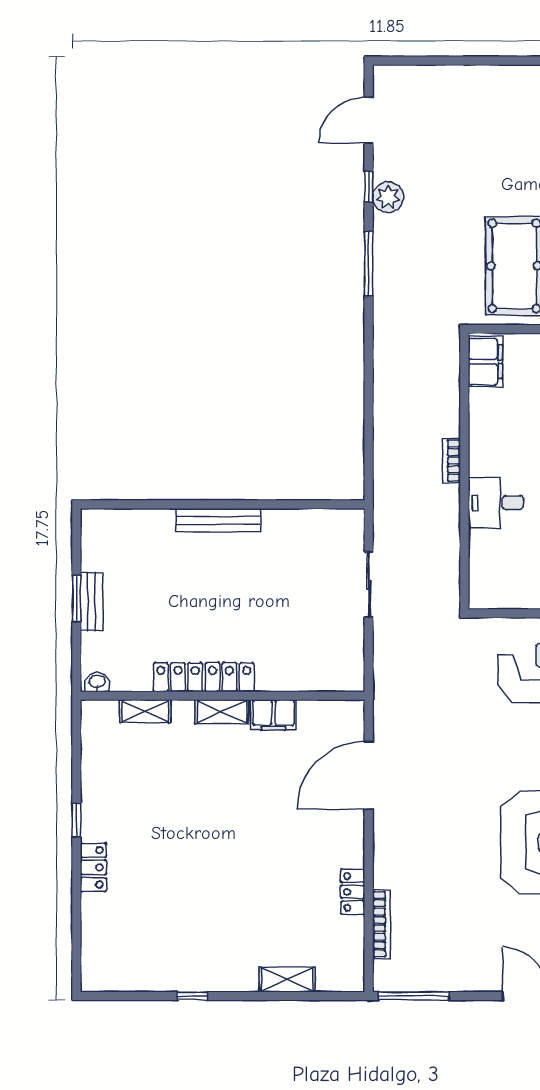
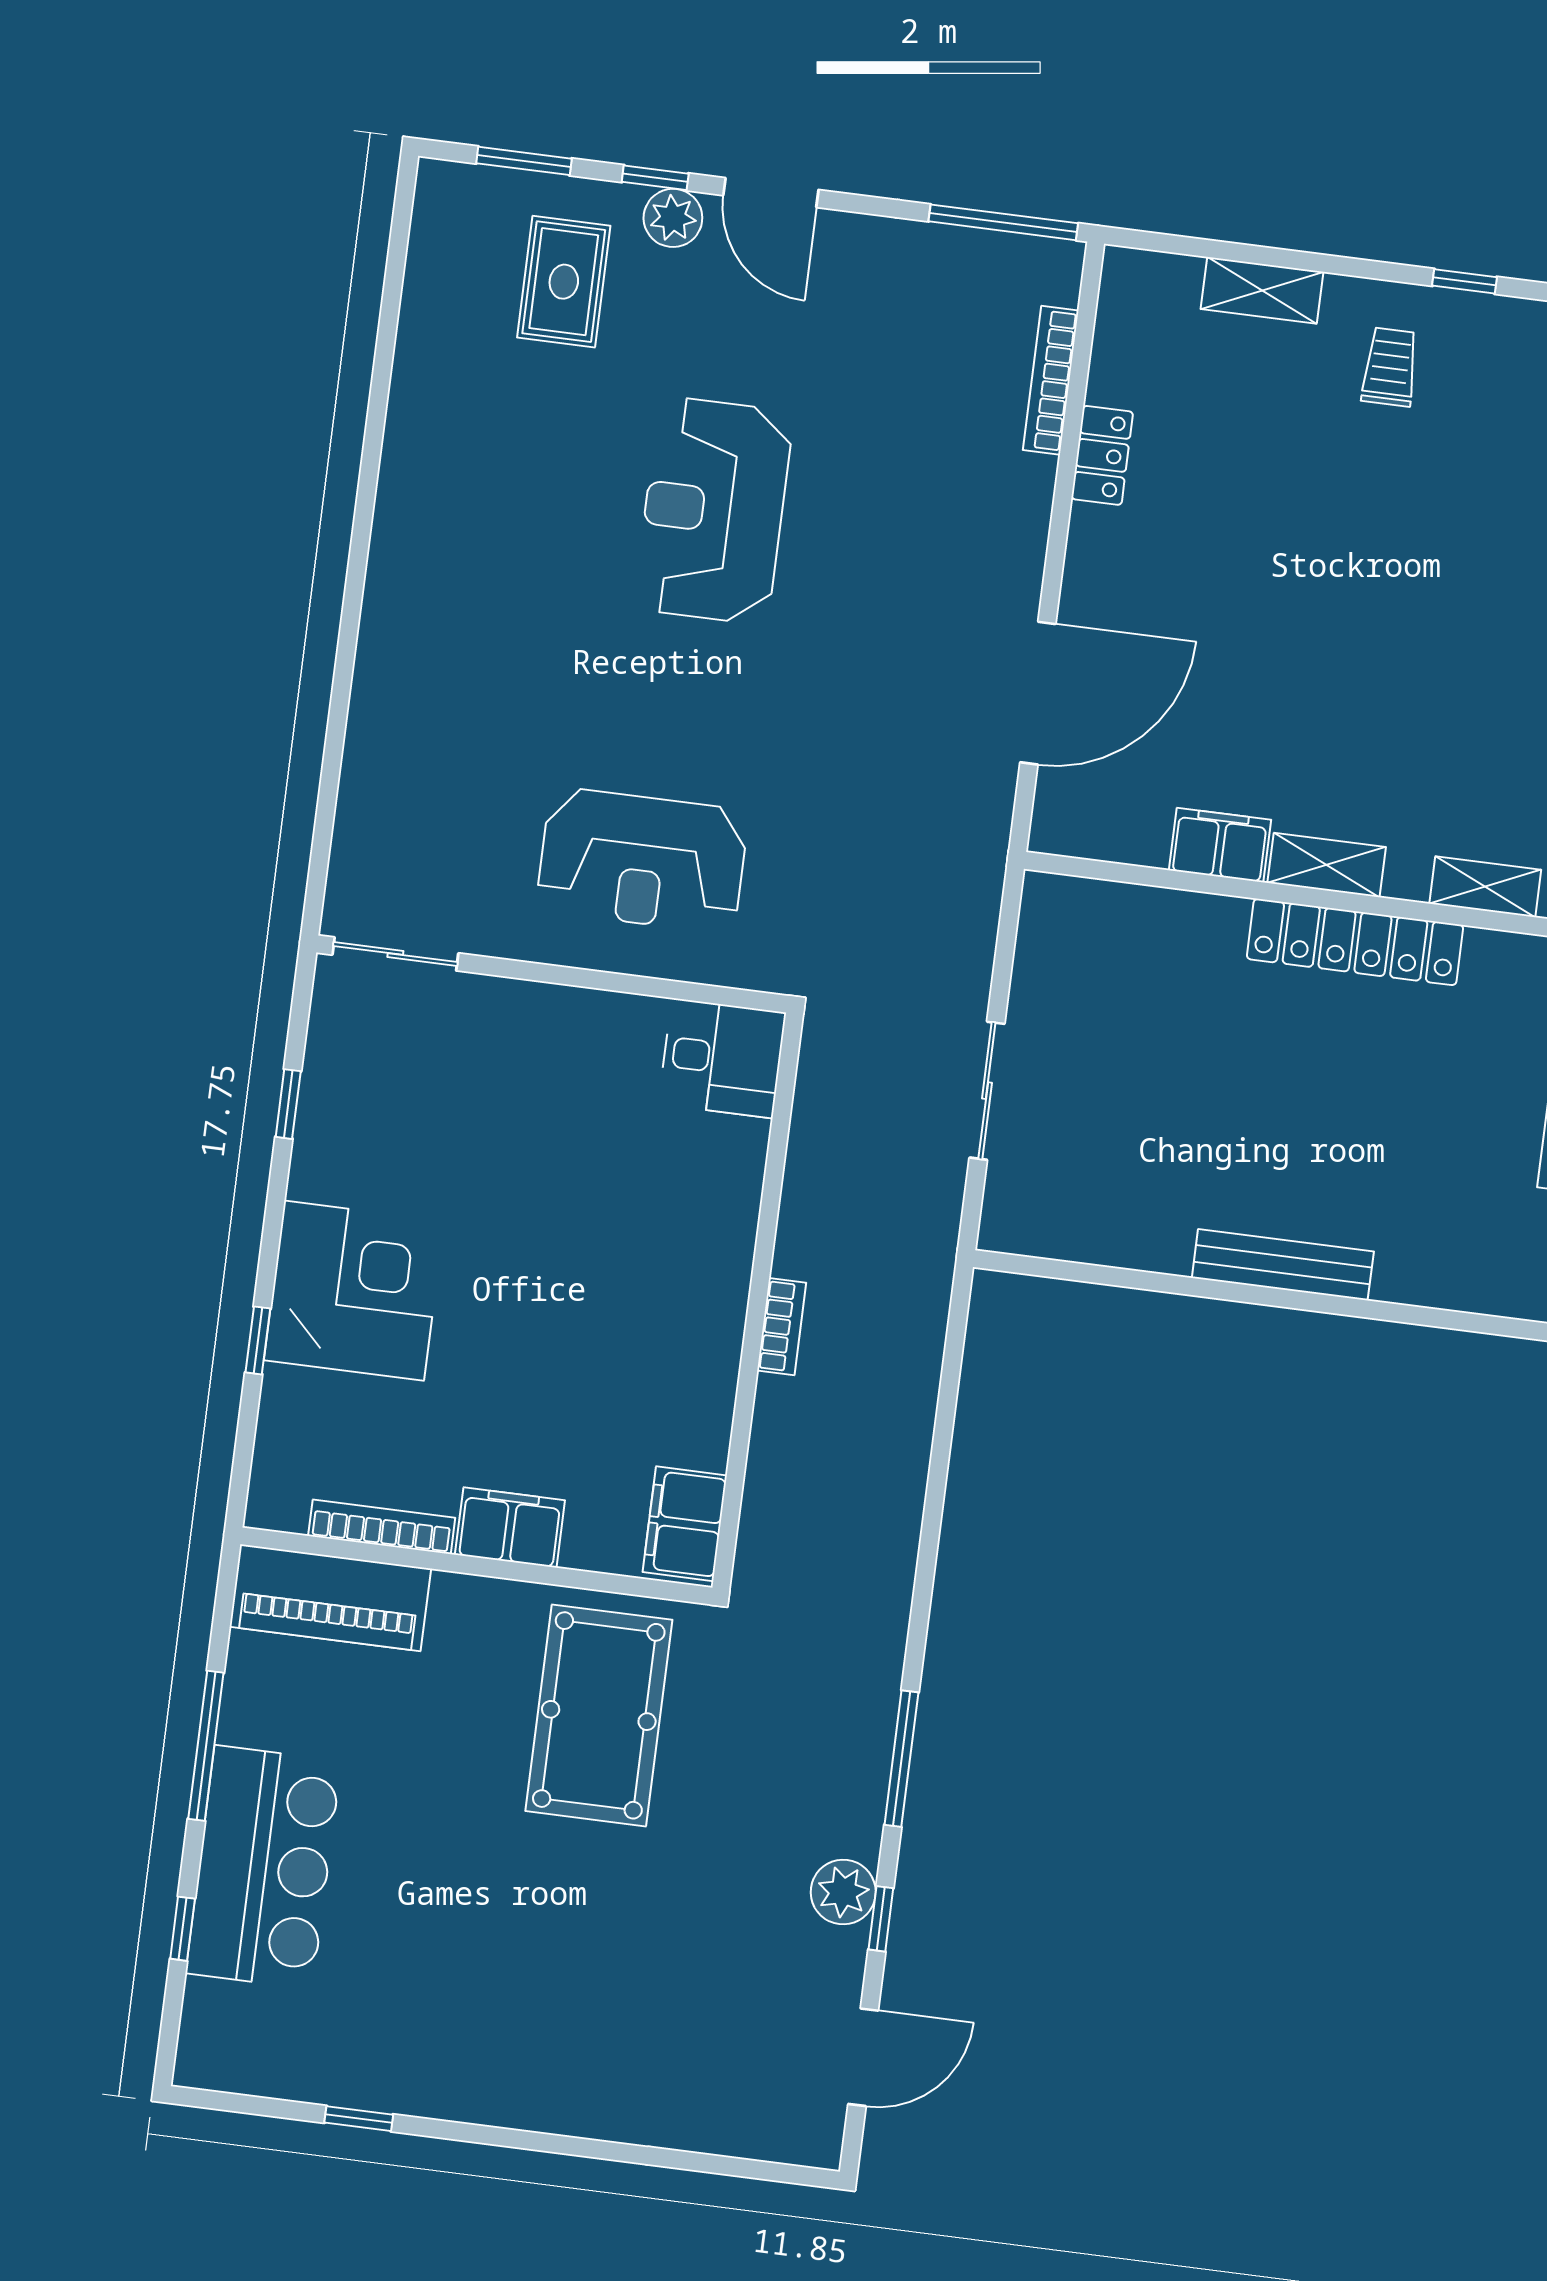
desk: (496, 503) -> (722, 1058), moved
trolley: (222, 951) -> (1390, 367), added

